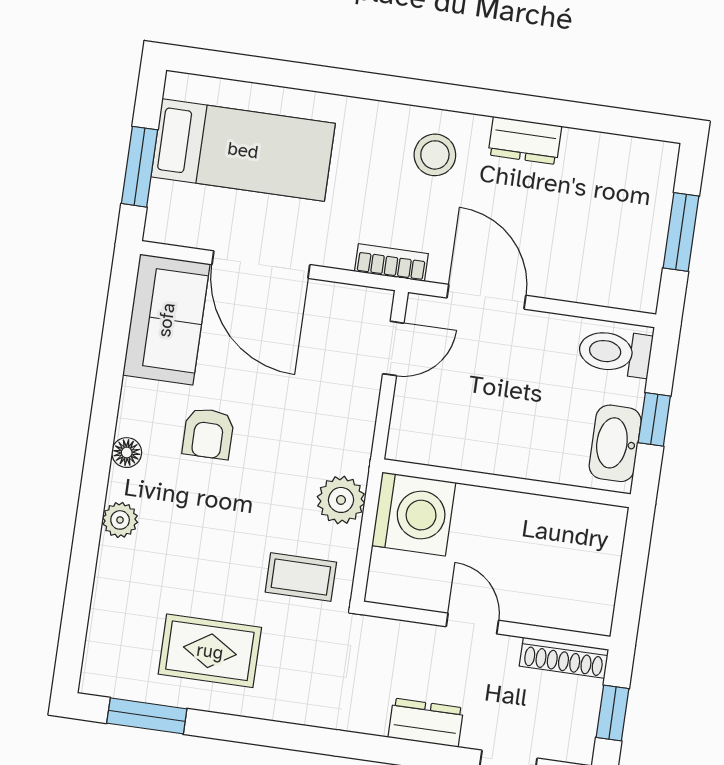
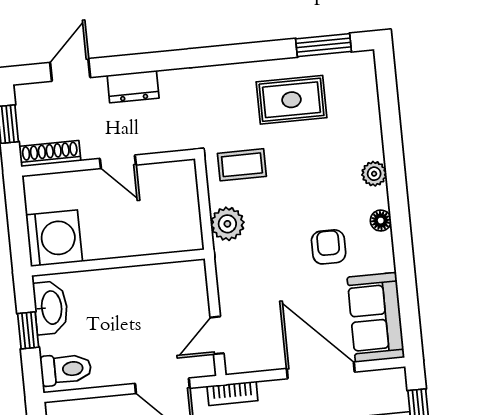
washing machine: (414, 514) -> (54, 238), moved, turned 180

